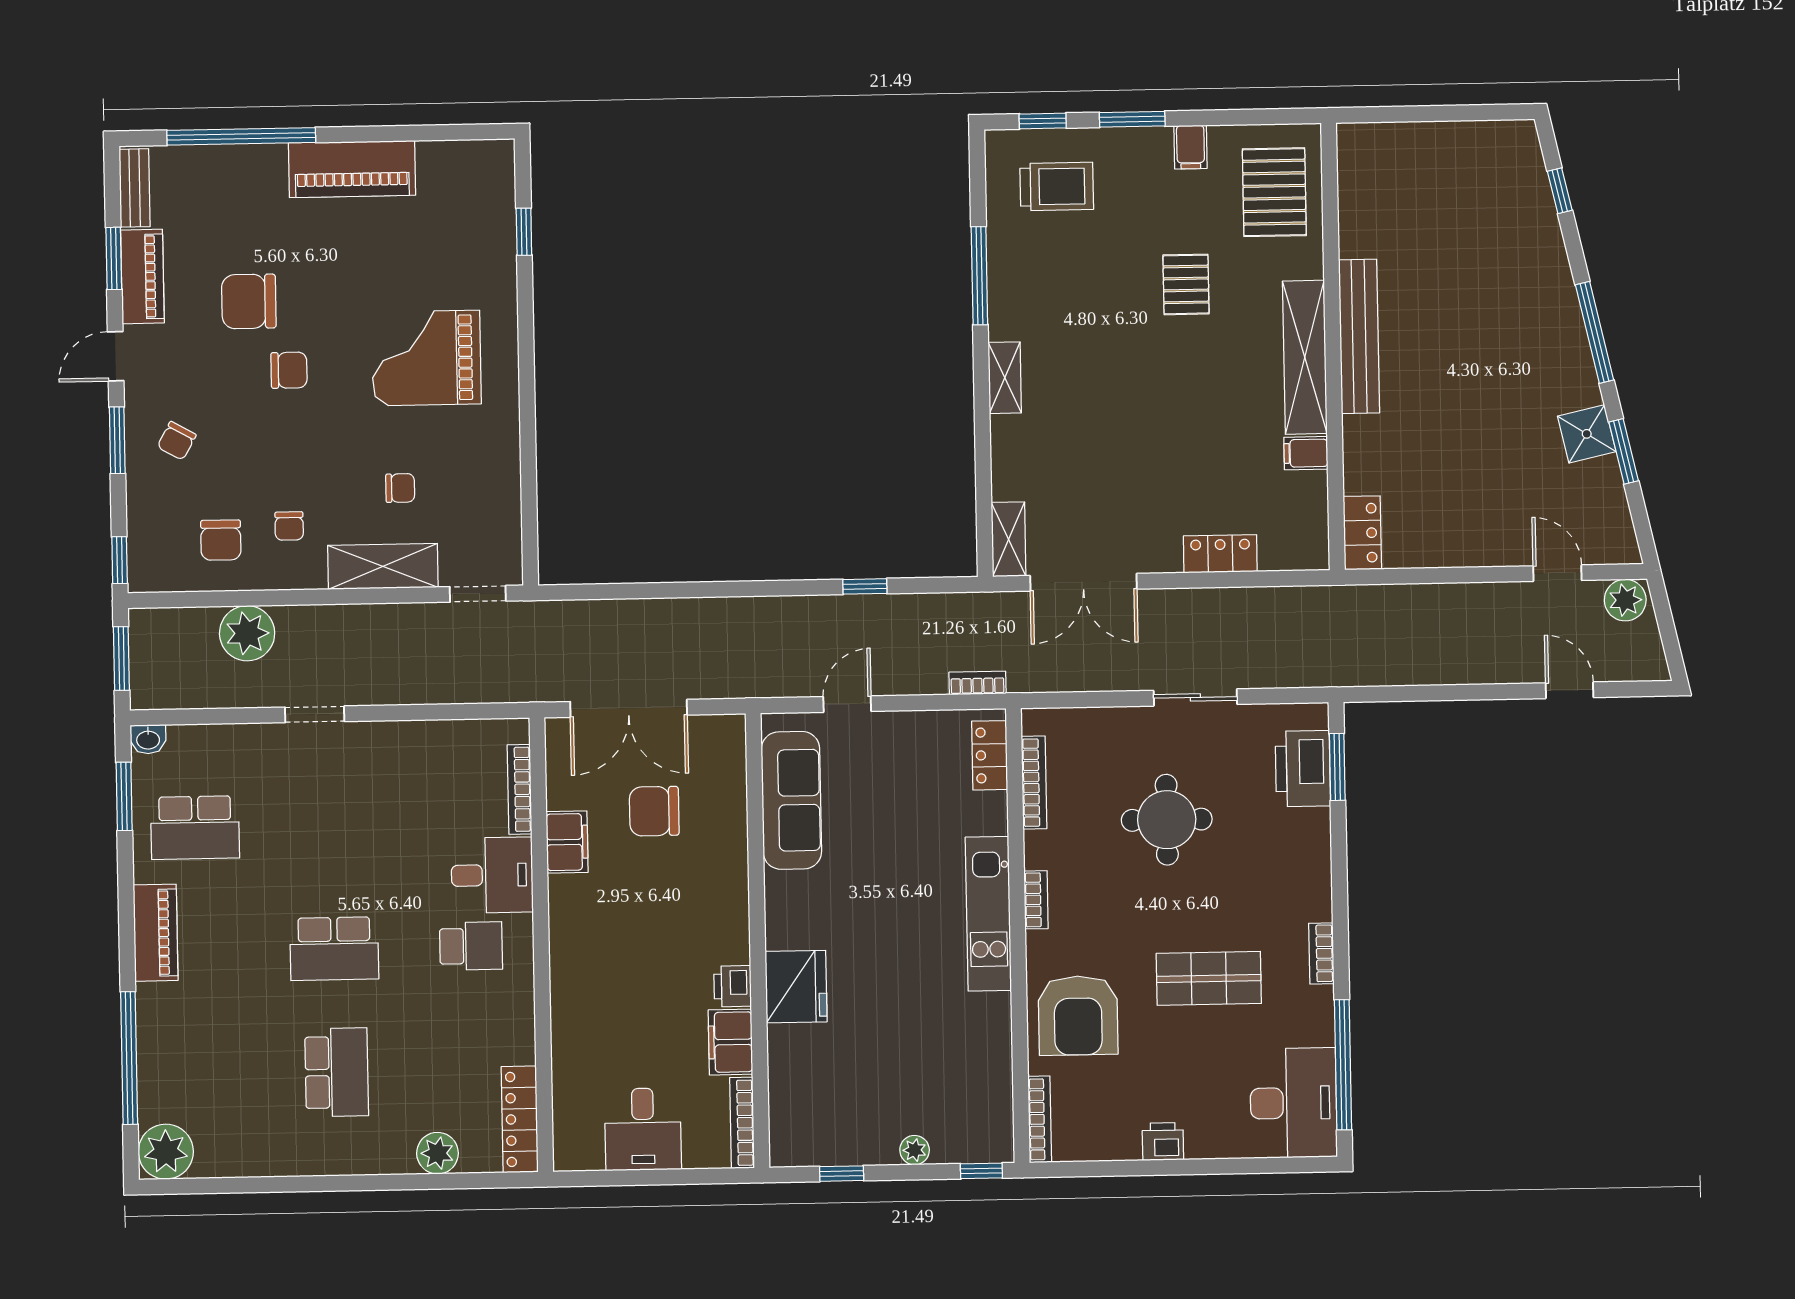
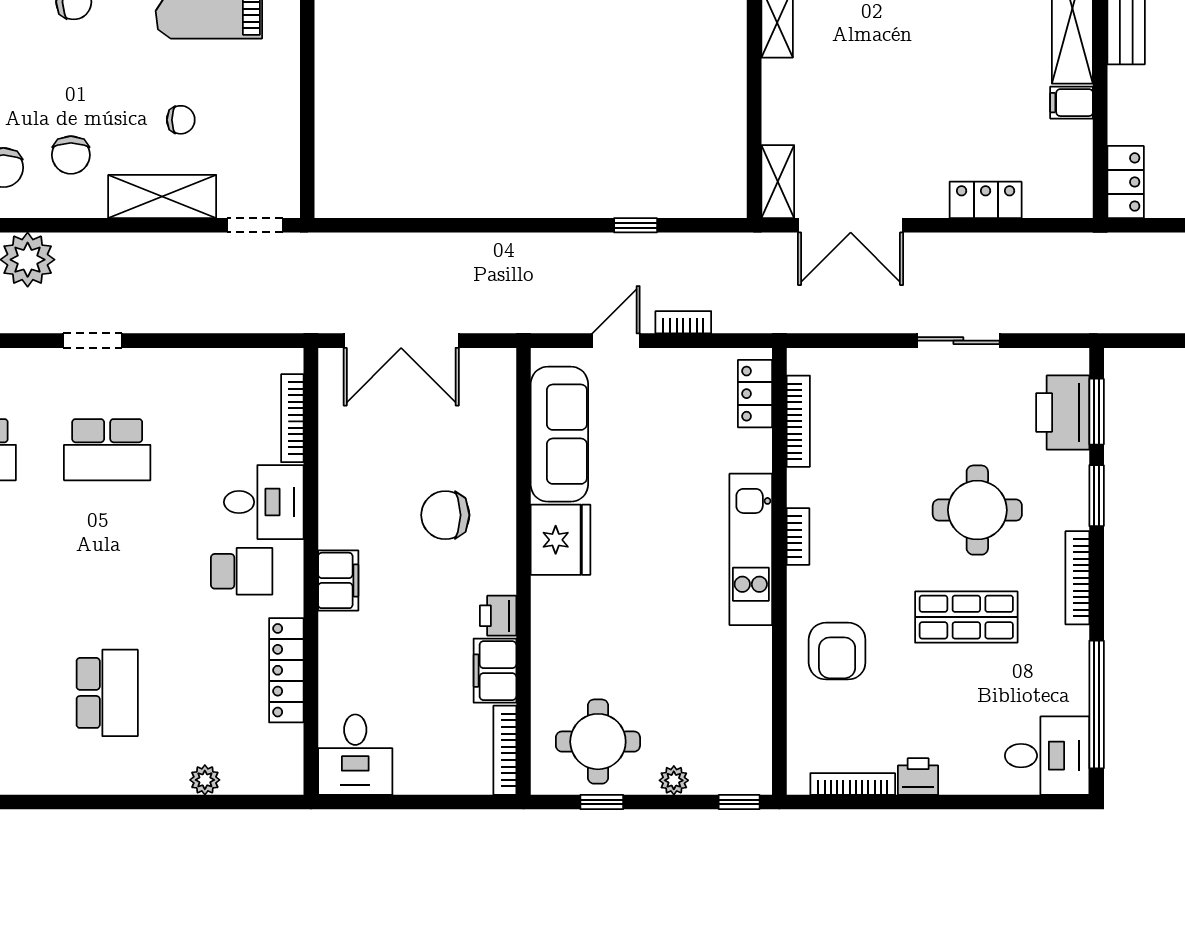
chair: (289, 526) -> (71, 155), width x1.37, depth x1.37
bookcase: (977, 683) -> (683, 322), moved
chair: (654, 811) -> (445, 515), moved
round table: (1167, 820) -> (977, 510), moved
filing cabinet: (567, 842) -> (338, 580), moved
window: (1339, 852) -> (1097, 496), added
school desk: (334, 949) -> (107, 450), moved
bookcase: (1321, 953) -> (1077, 578), width x1.56
fridge: (796, 987) -> (560, 540), moved
armchair: (1078, 1015) -> (837, 651), width x0.73, depth x0.73
desk: (1293, 1103) -> (1047, 756), width x0.73
round table: (837, 1112) -> (598, 742), added
locker: (520, 1119) -> (286, 670), moved
bookcase: (1040, 1119) -> (853, 784), moved, turned -90
desk: (643, 1129) -> (355, 755), moved
plant: (437, 1153) -> (205, 780), width x0.73, depth x0.73

